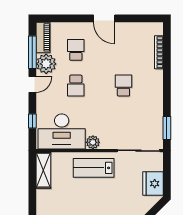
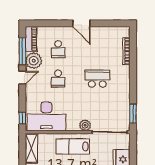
school desk: (76, 50) -> (58, 49), turned 180
school desk: (123, 86) -> (97, 79), width x1.85
window: (32, 121) -> (22, 118), moved
plant: (93, 142) -> (85, 125), moved

